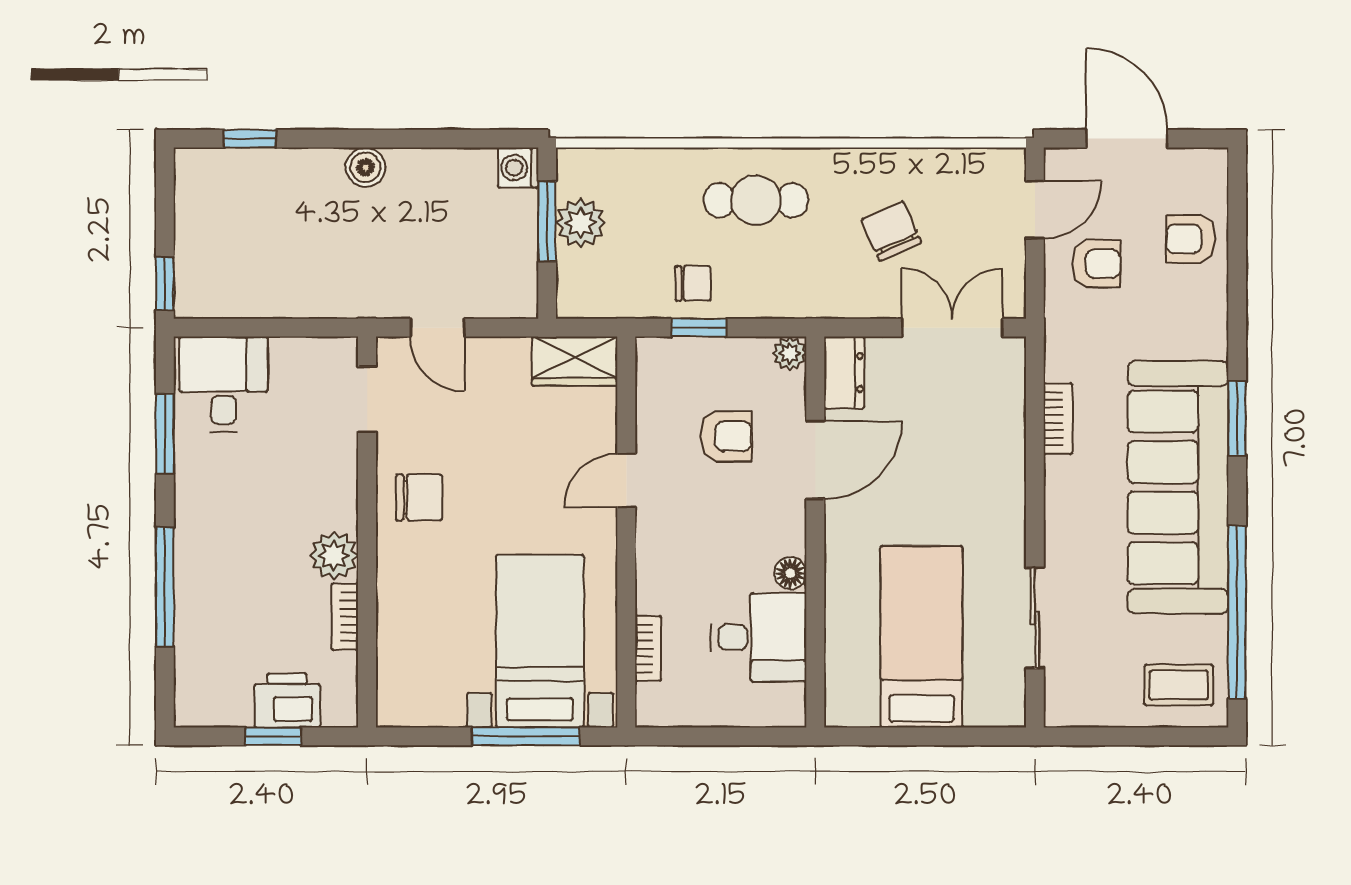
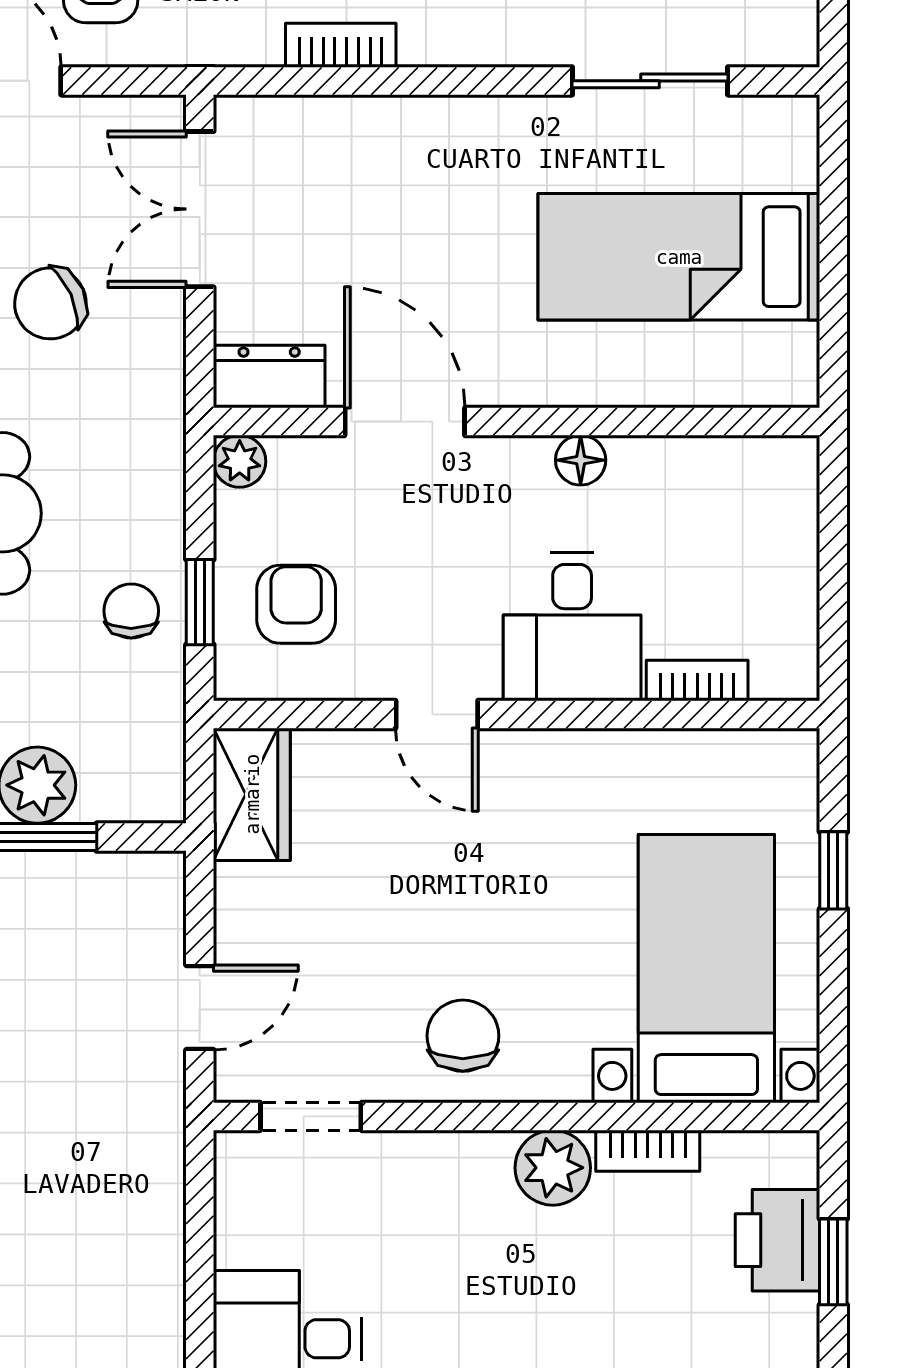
armchair: (726, 436) -> (296, 604), moved
desk: (759, 637) -> (572, 627), moved, turned 180
bed with nightstands: (540, 641) -> (706, 969), moved, turned 90
window: (526, 736) -> (833, 870), width x0.46

